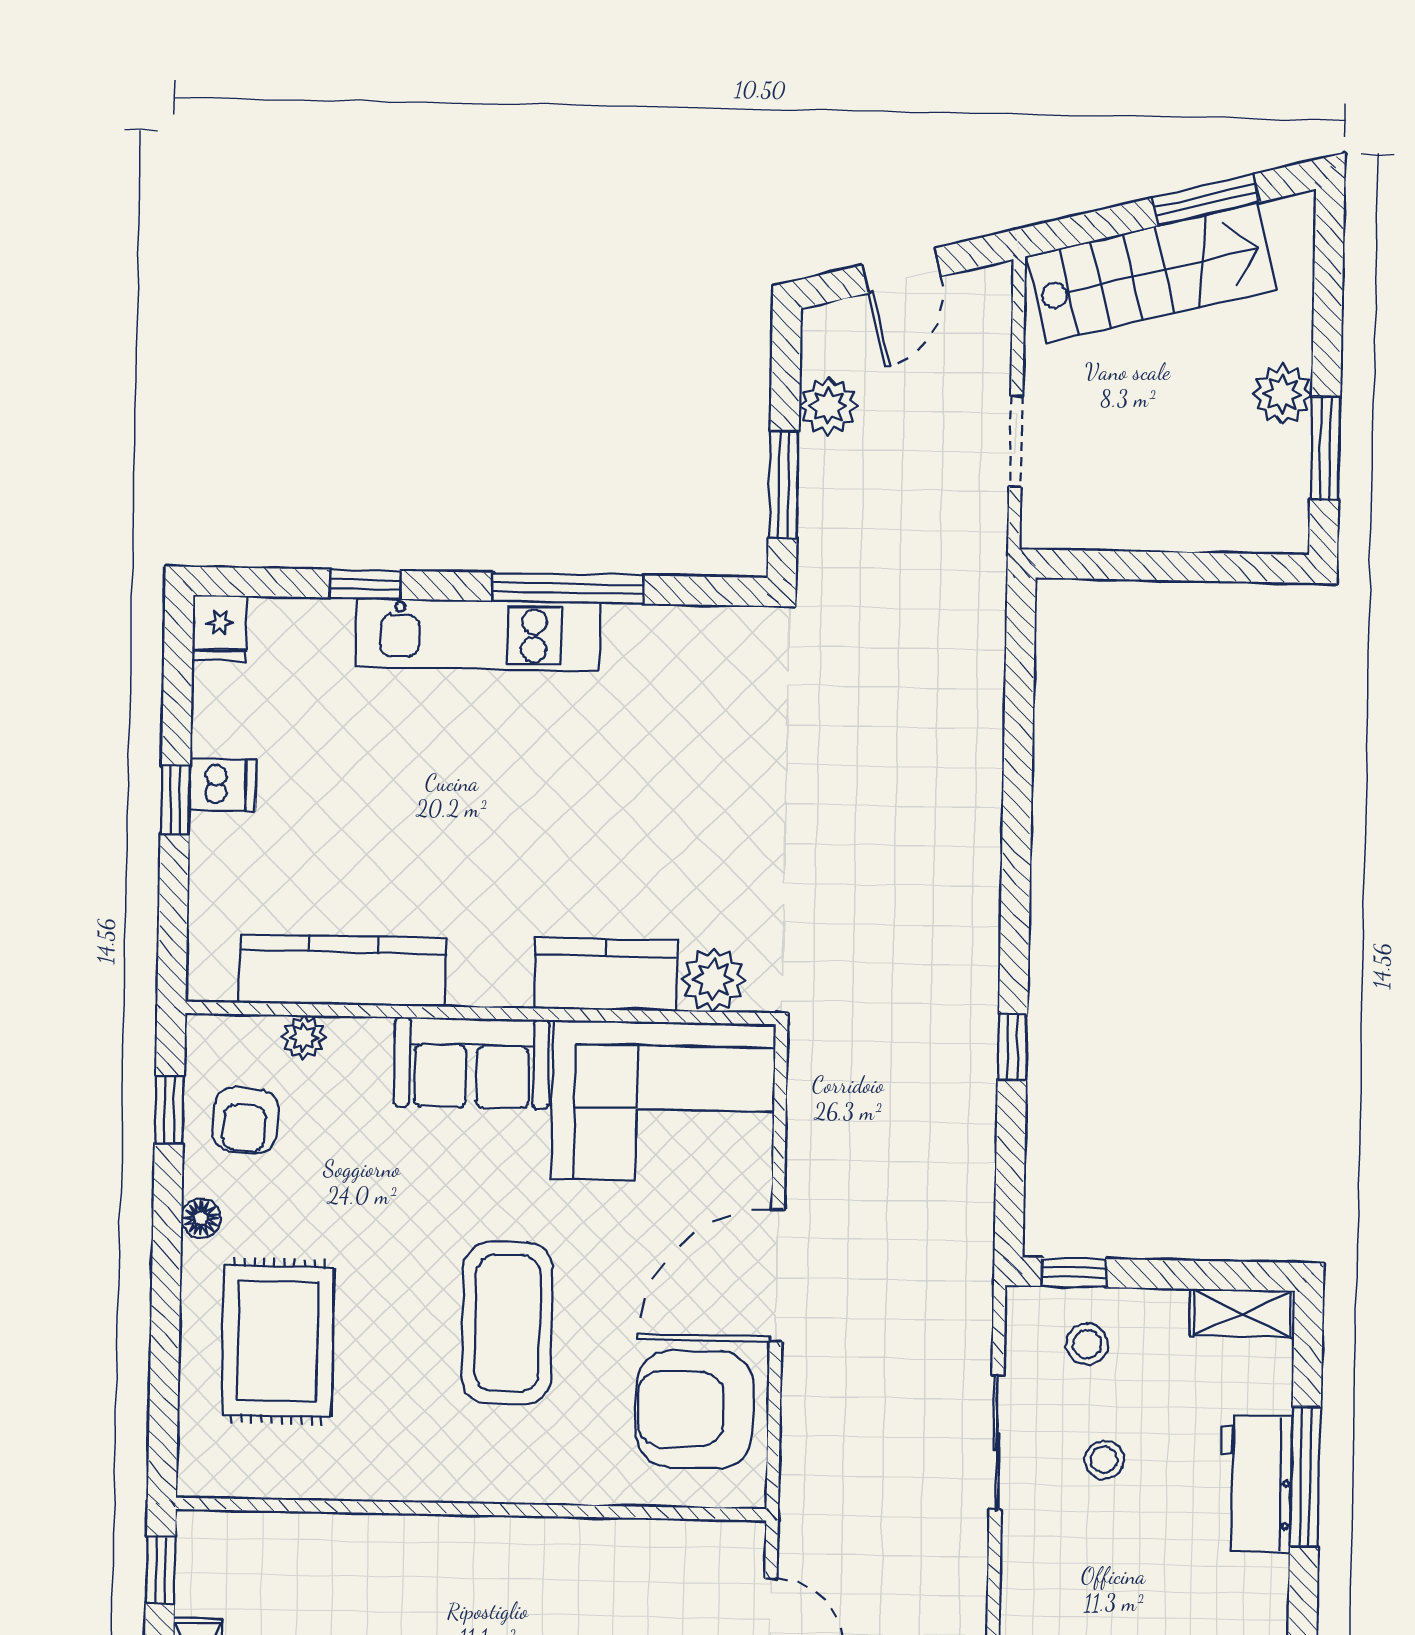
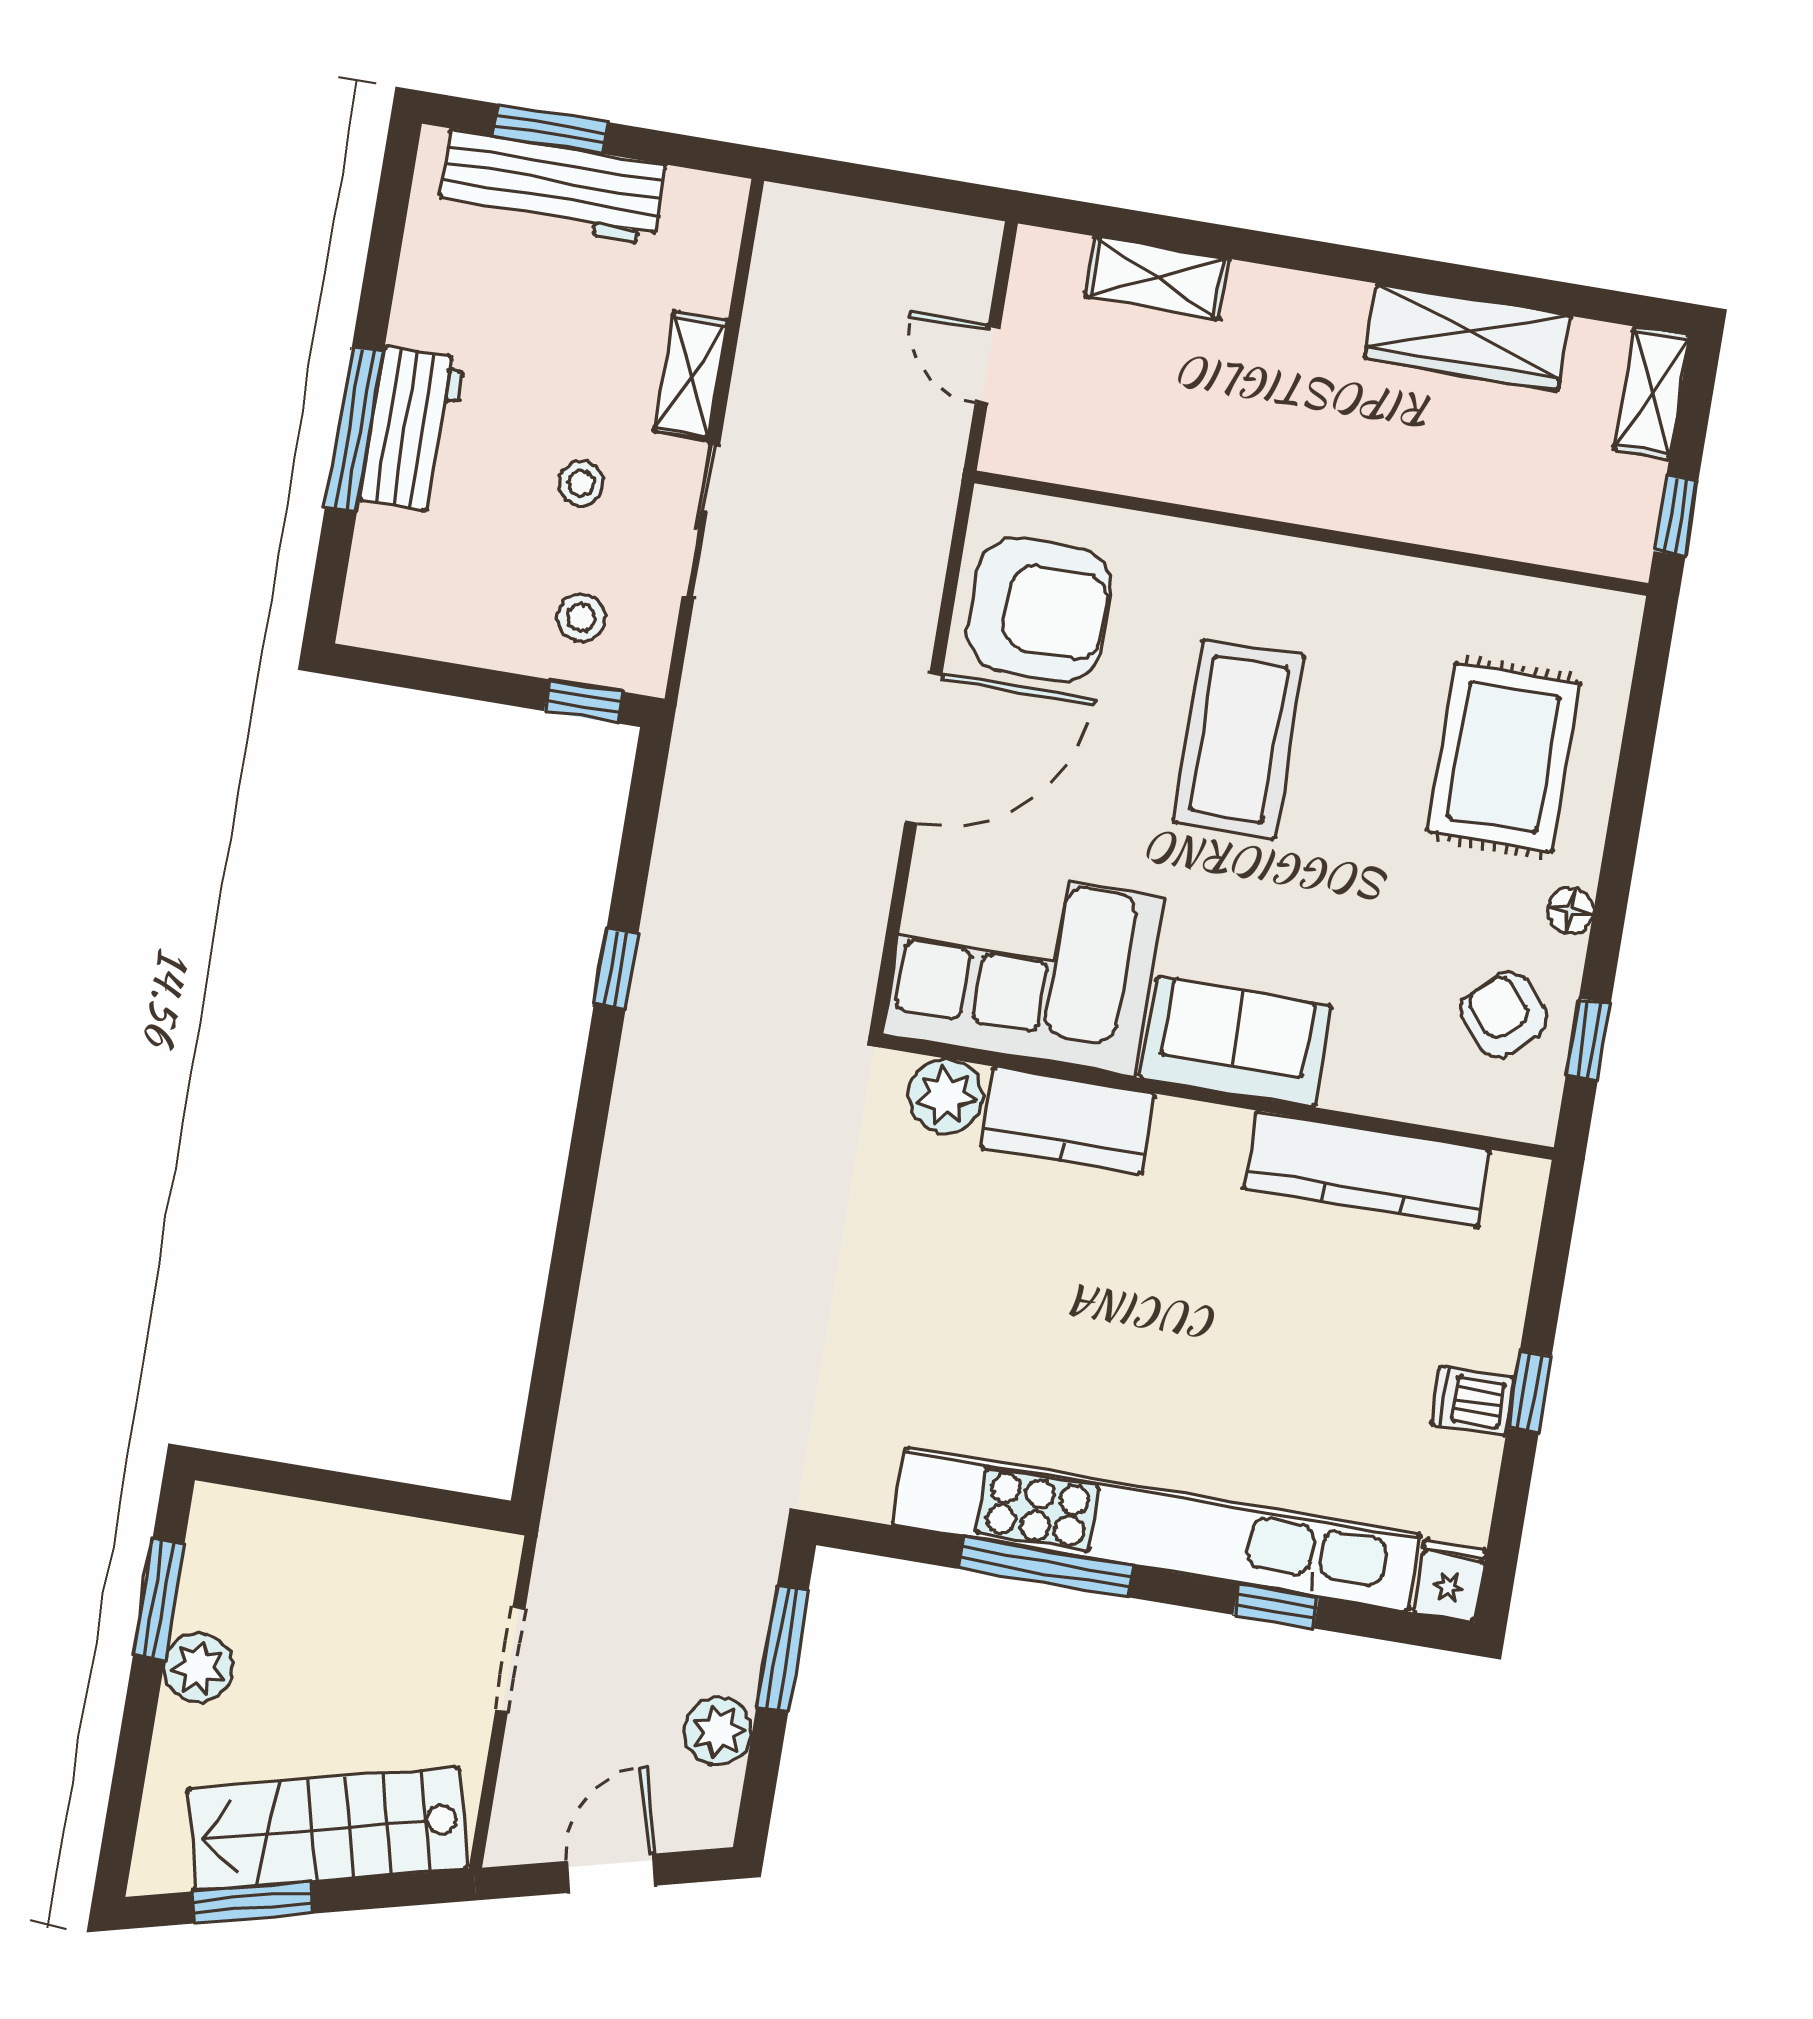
kitchen unit: (478, 635) -> (1156, 1529), width x1.86
plant: (304, 1037) -> (1423, 1099), removed
armchair: (245, 1120) -> (1504, 1015), turned -47
shelving: (1242, 1313) -> (691, 376), moved, turned 90

